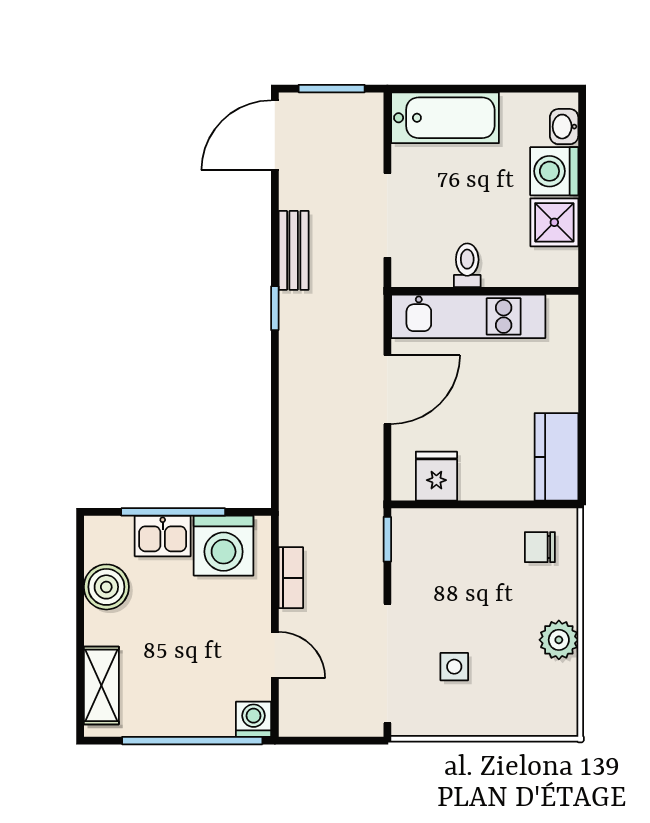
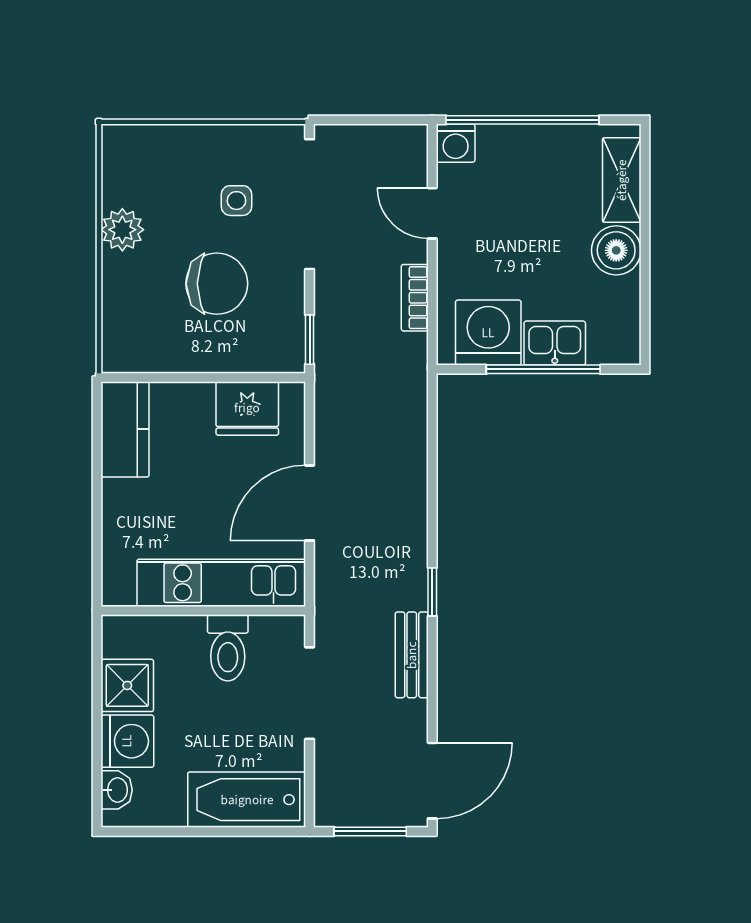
toilet: (467, 265) -> (228, 648), width x1.37, depth x1.39
fridge: (436, 476) -> (247, 408), width x1.38
chair: (540, 547) -> (217, 284), moved, width x1.87, depth x1.87
boiler: (106, 587) -> (616, 250), moved

